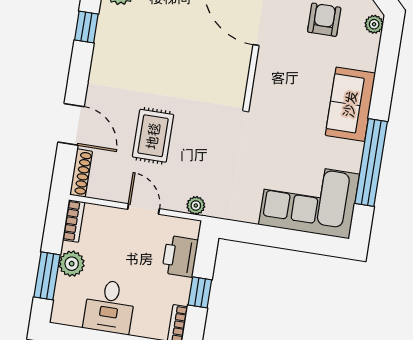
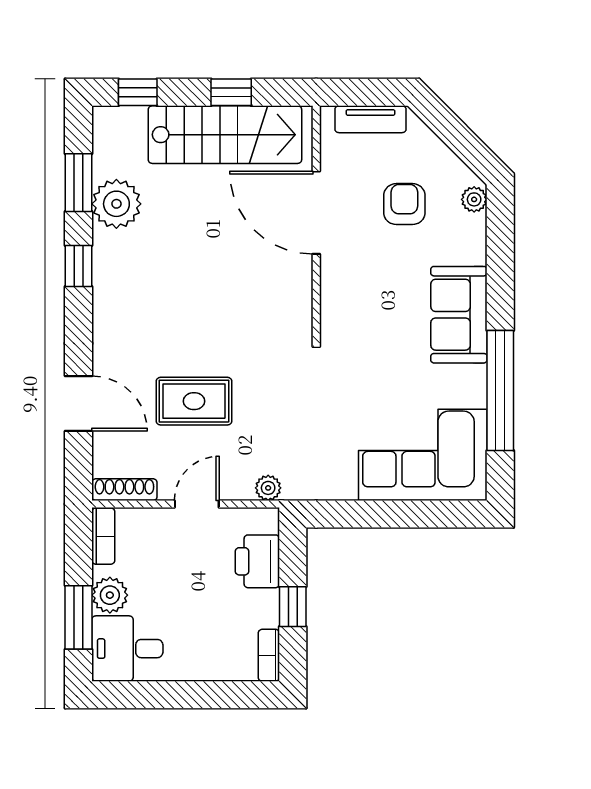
rug: (153, 136) -> (194, 401), turned 90
shoe rack: (81, 173) -> (124, 490), moved, turned -90
door: (143, 209) -> (197, 504), hinge flipped
desk: (109, 307) -> (127, 649), moved, turned 90

